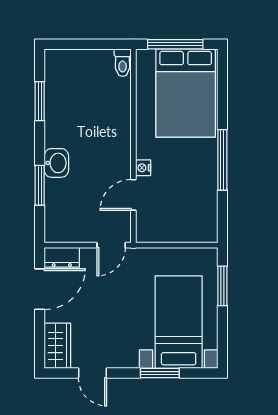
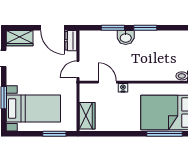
window: (40, 101) -> (145, 28), moved
window: (222, 160) -> (165, 134), moved
wardrobe: (191, 230) -> (87, 116), added
door: (111, 245) -> (78, 69), hinge flipped

